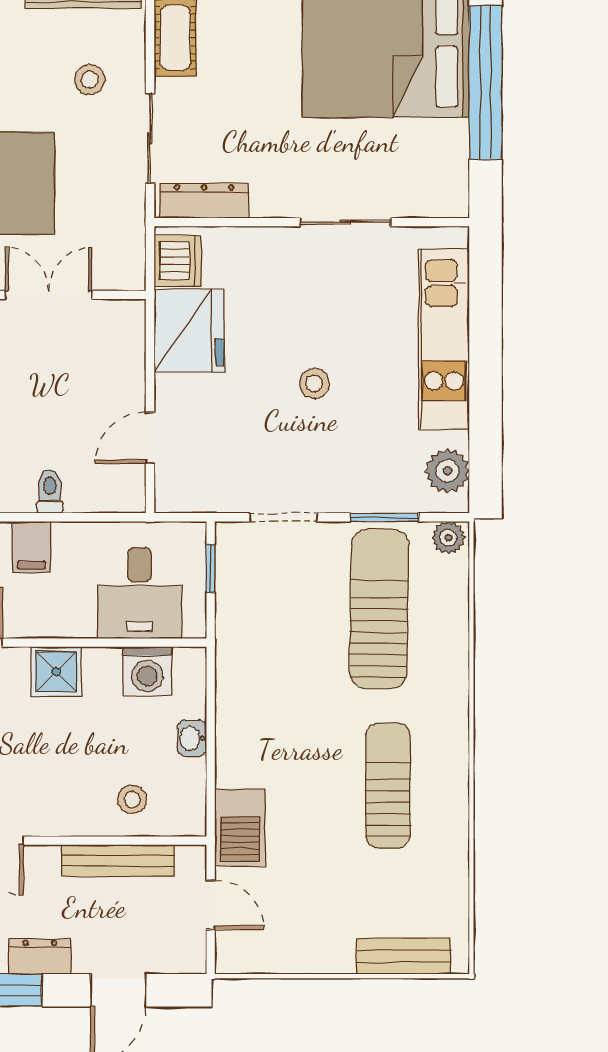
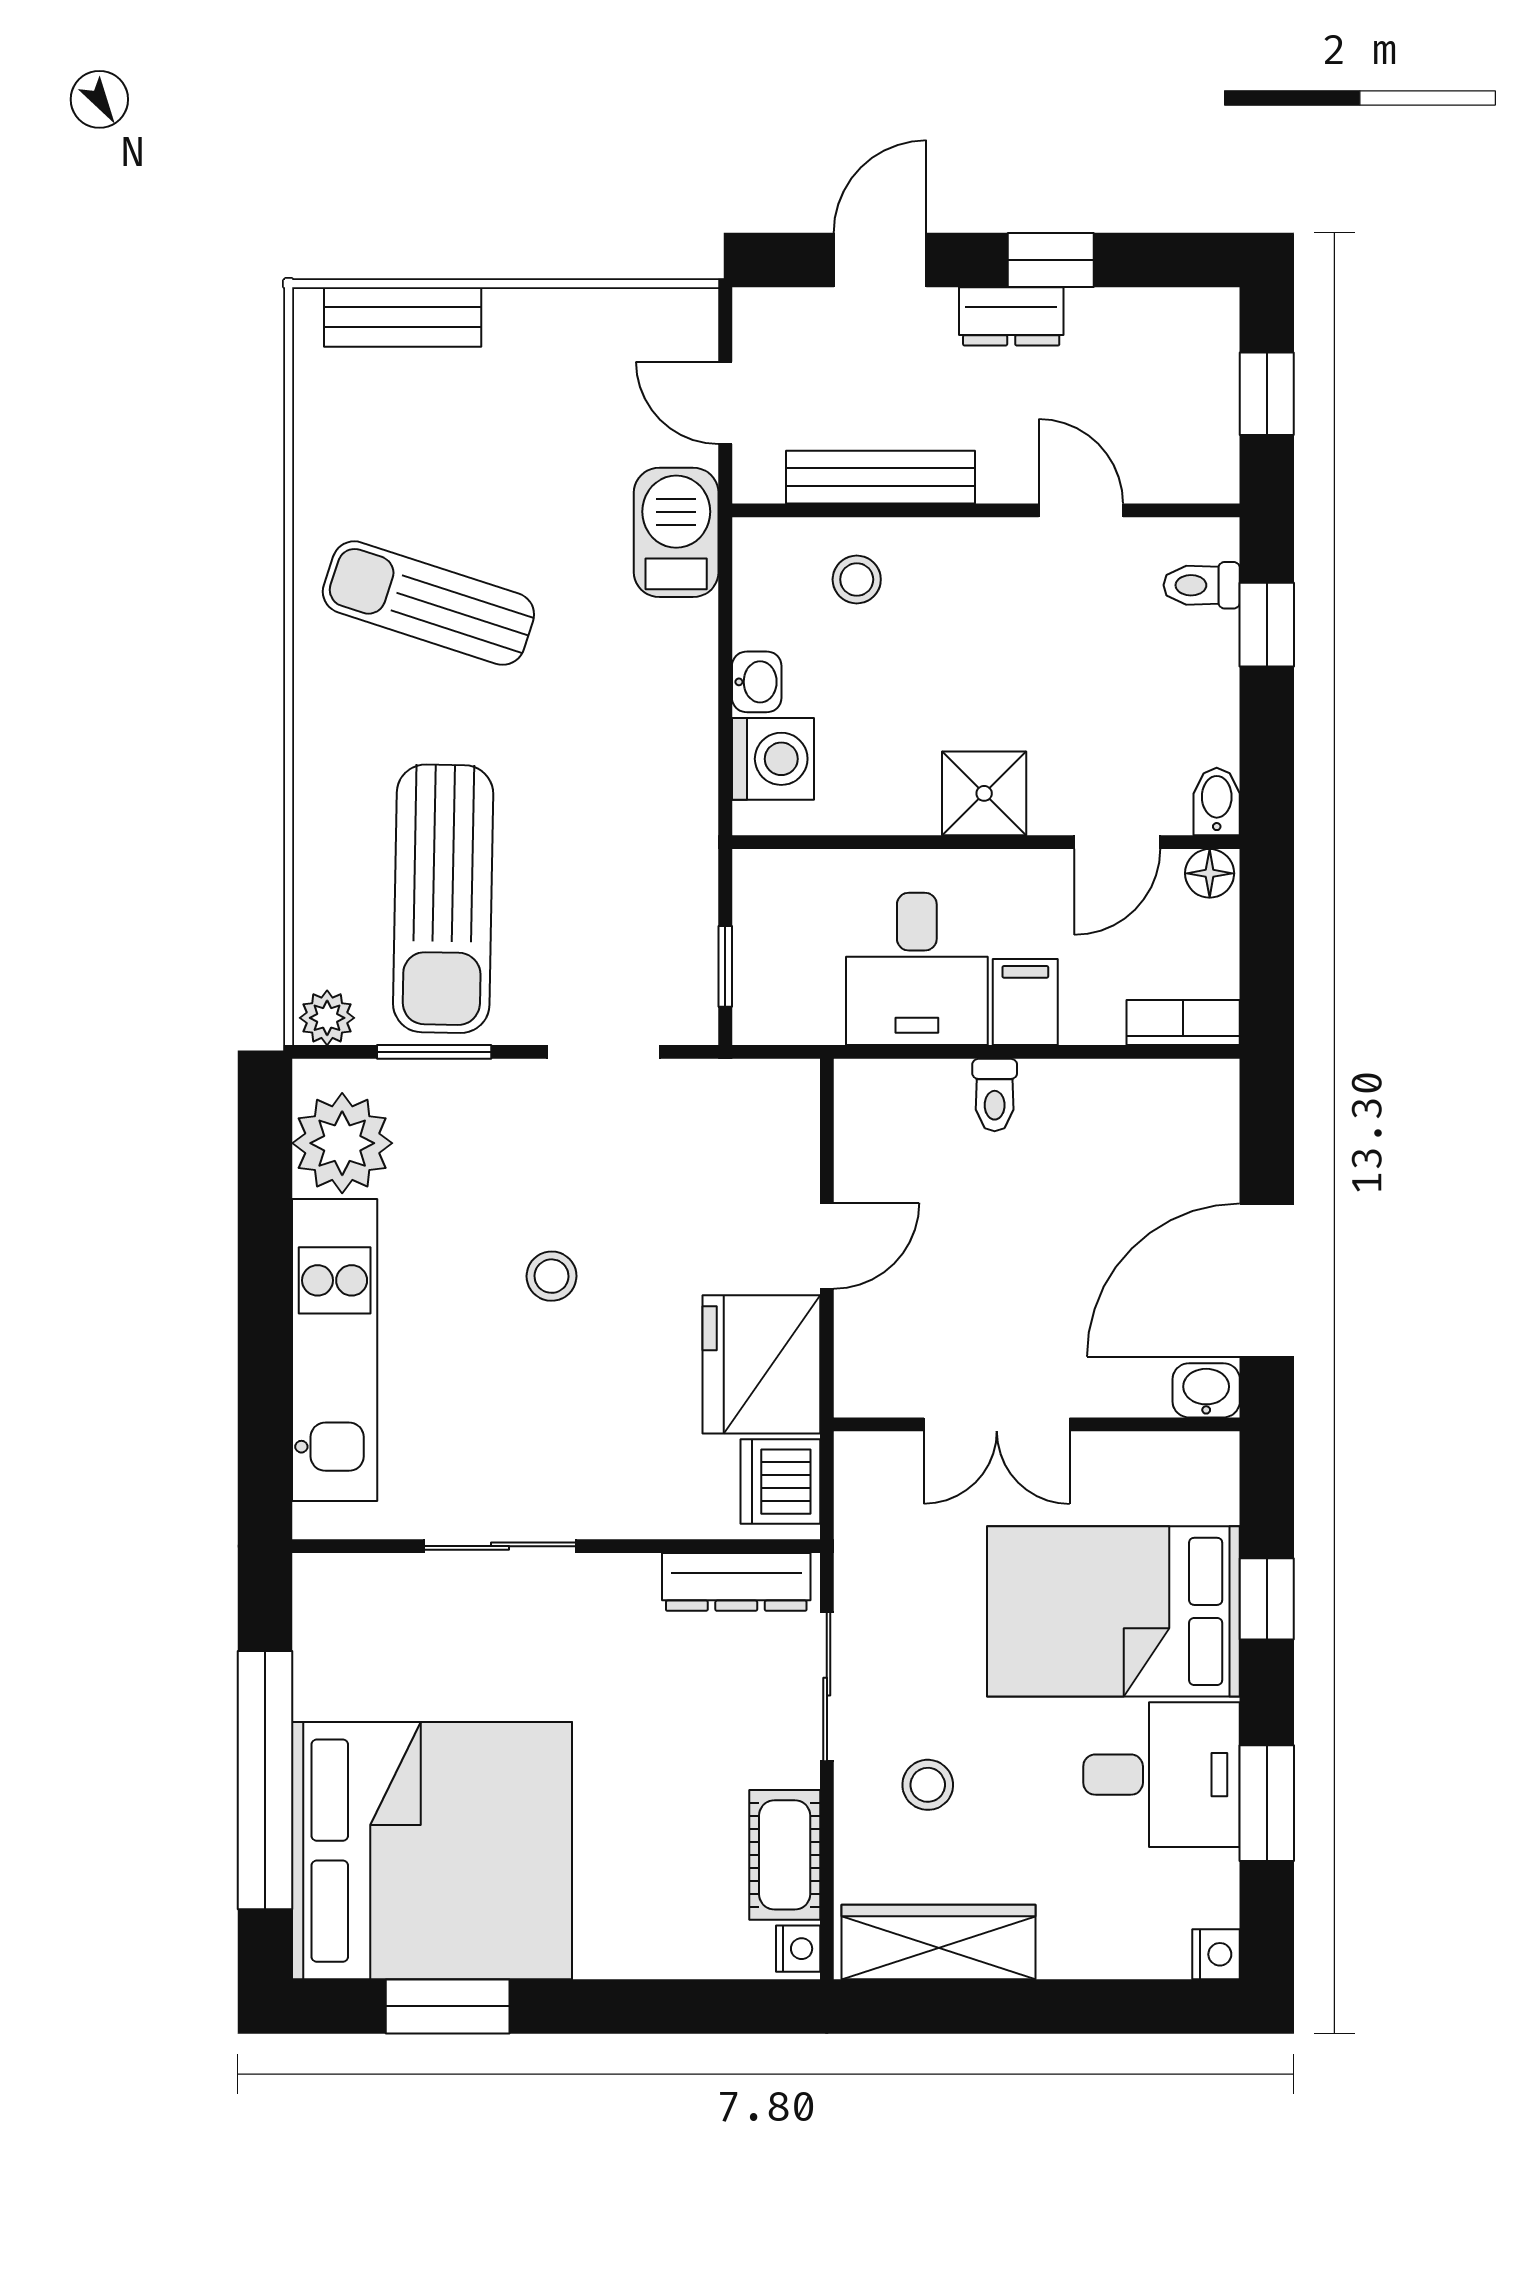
door: (150, 438) -> (827, 1246), moved
plant: (447, 471) -> (342, 1143), width x1.36, depth x1.36
desk: (139, 593) -> (917, 969), moved, turned 180
washing machine: (147, 671) -> (773, 759), moved, turned 90
sun lounger: (388, 785) -> (428, 603), turned 108

